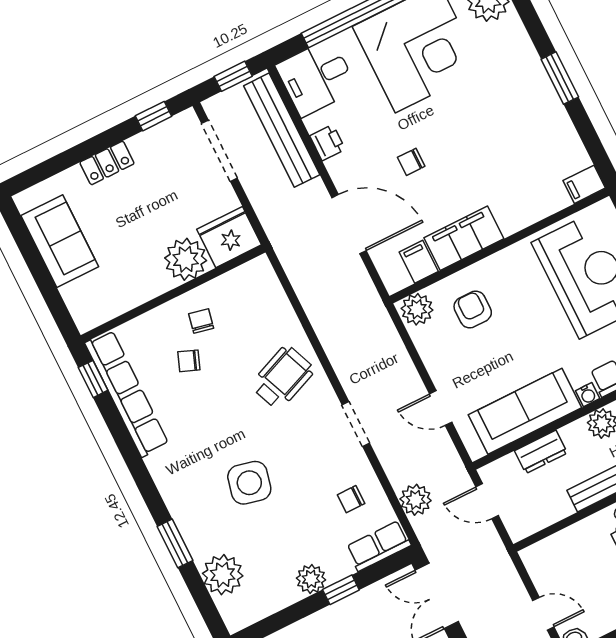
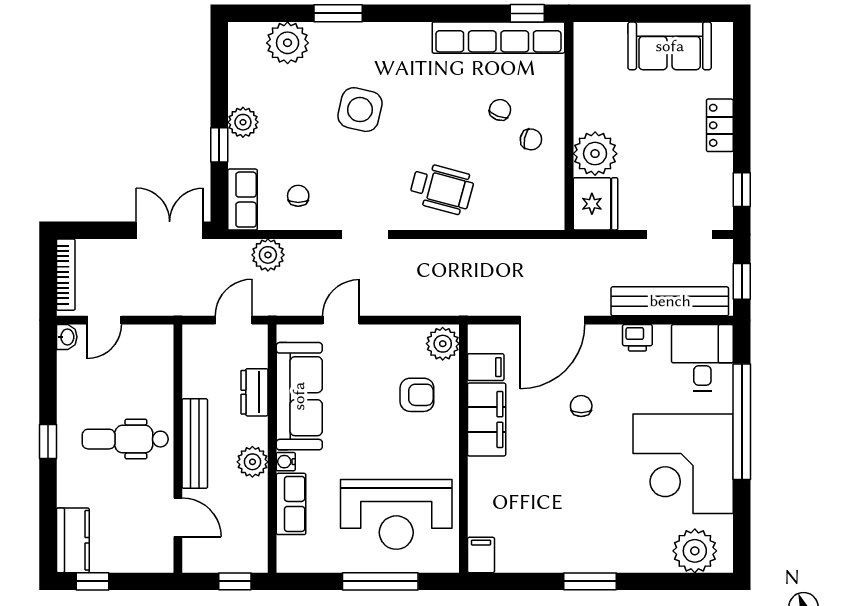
wheelchair: (283, 377) -> (442, 189), turned -53

